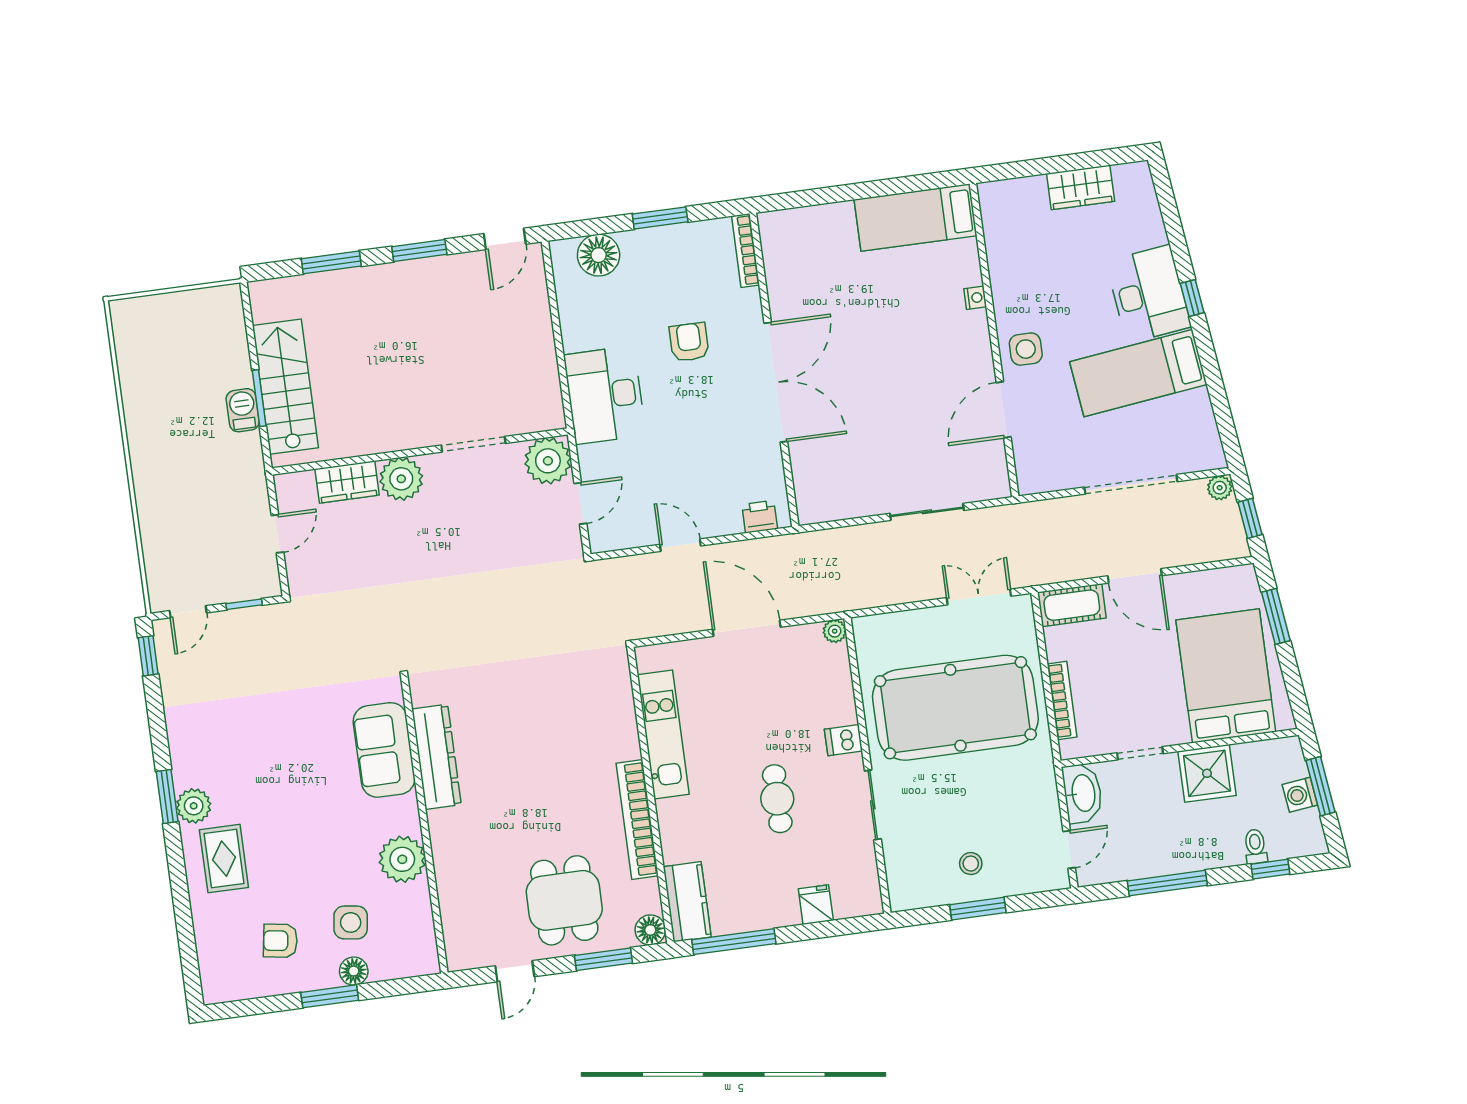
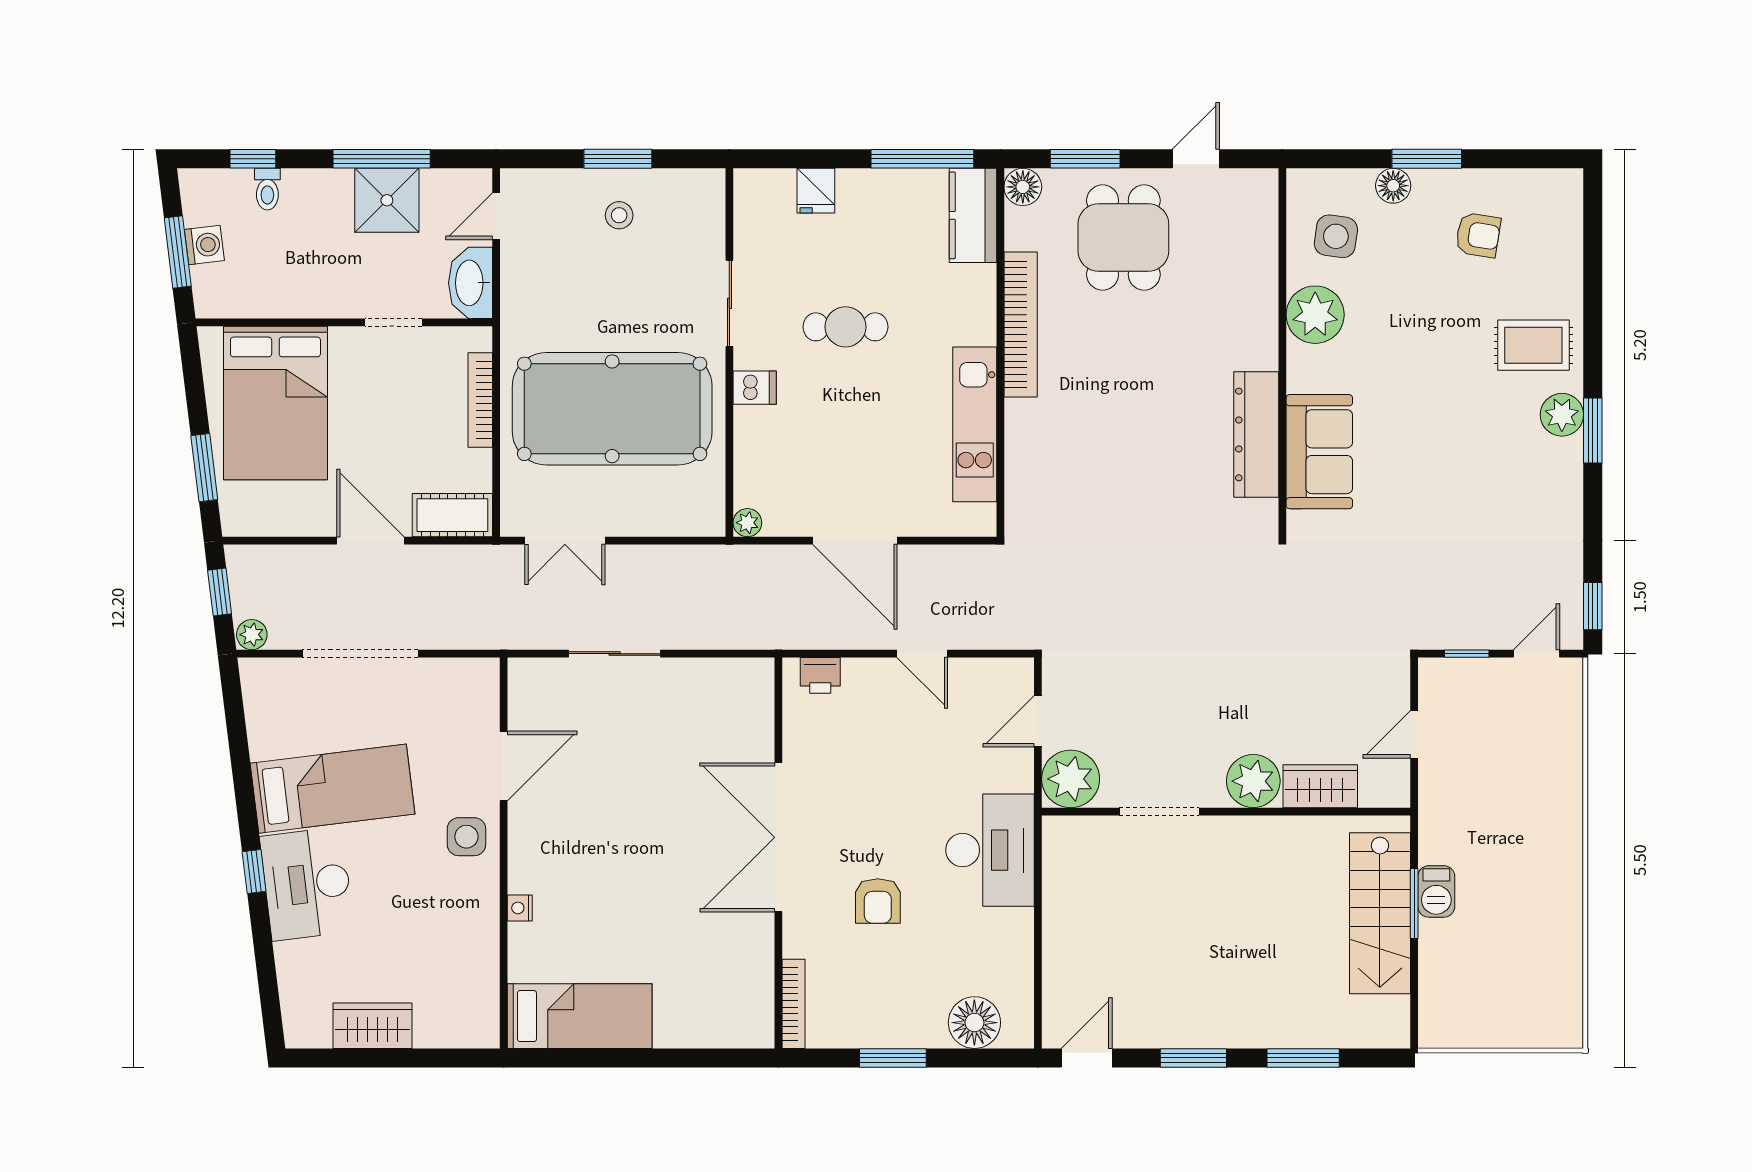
shower: (1207, 773) -> (387, 200), moved
cafe table: (777, 799) -> (846, 327), turned 90
rug: (224, 859) -> (1533, 345), turned 90
side table: (351, 922) -> (1336, 236), moved

